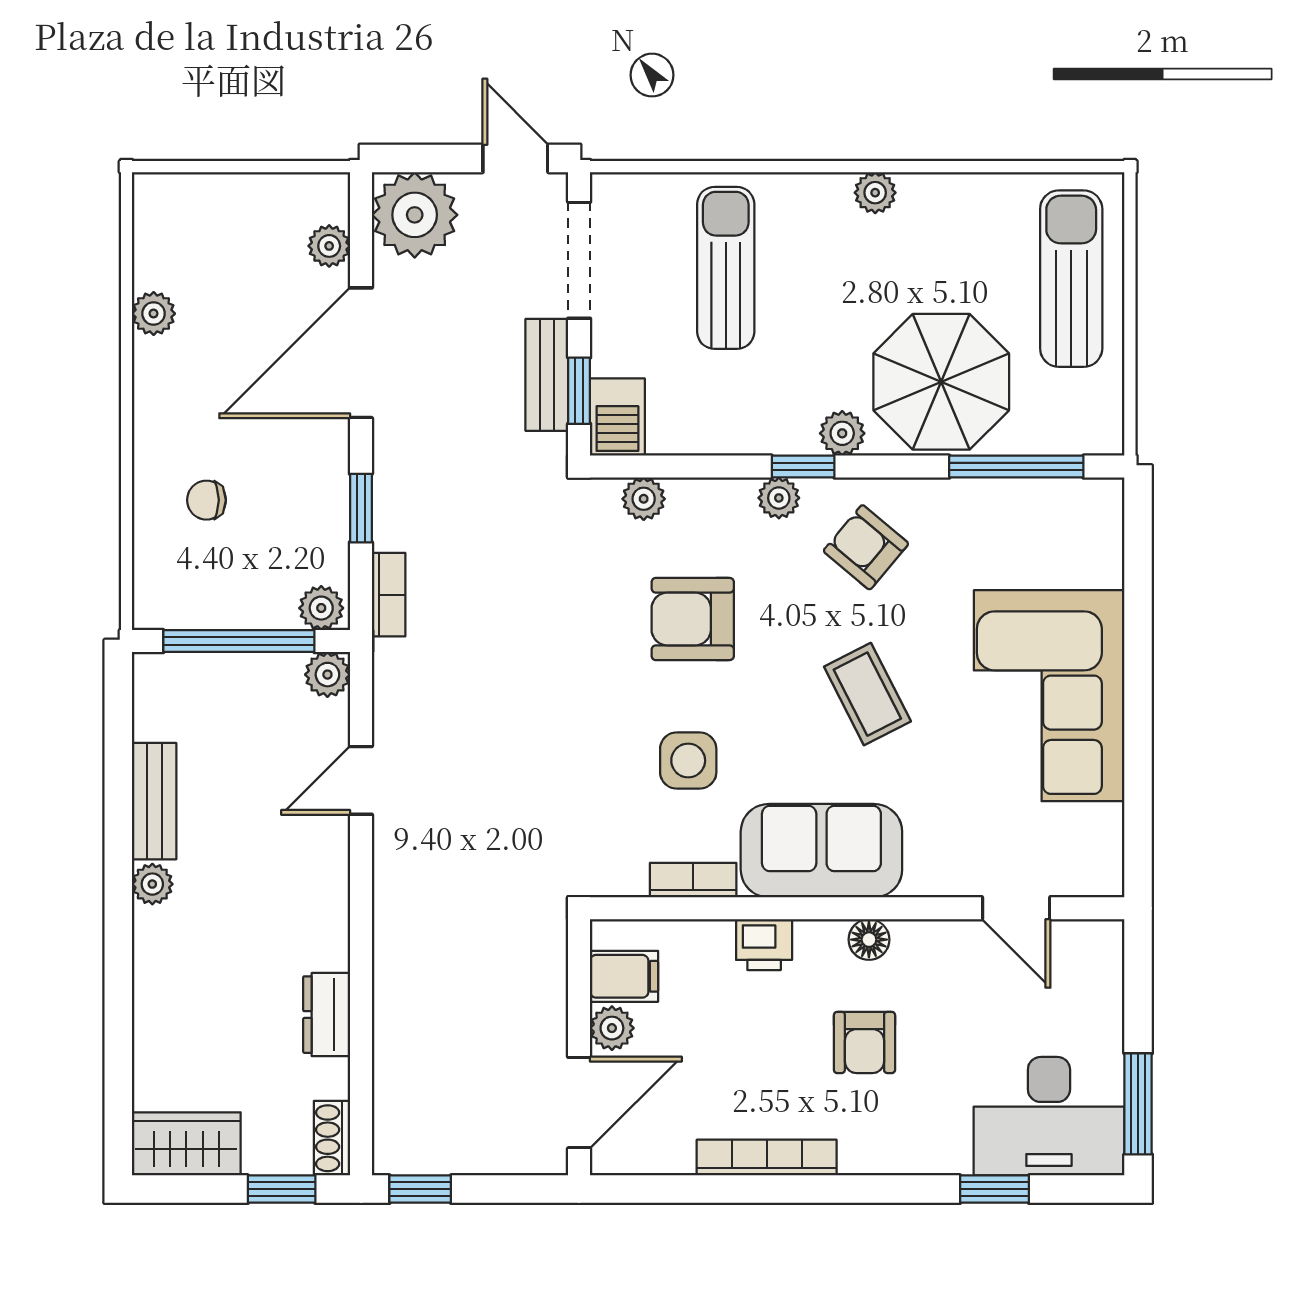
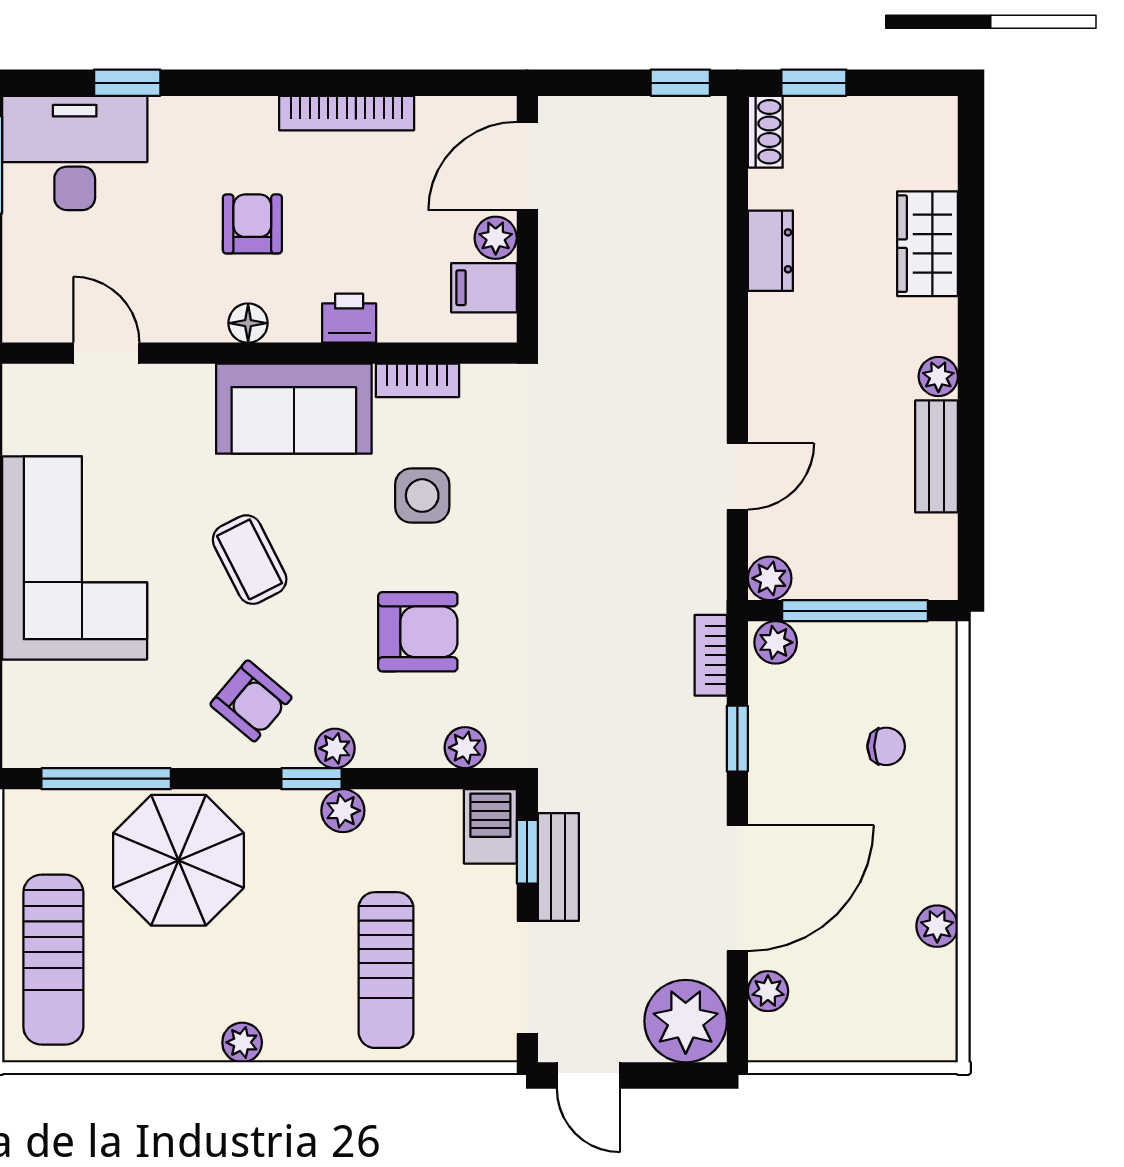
plant: (842, 433) -> (343, 811), moved
wardrobe: (186, 1144) -> (928, 244), moved, turned 90

